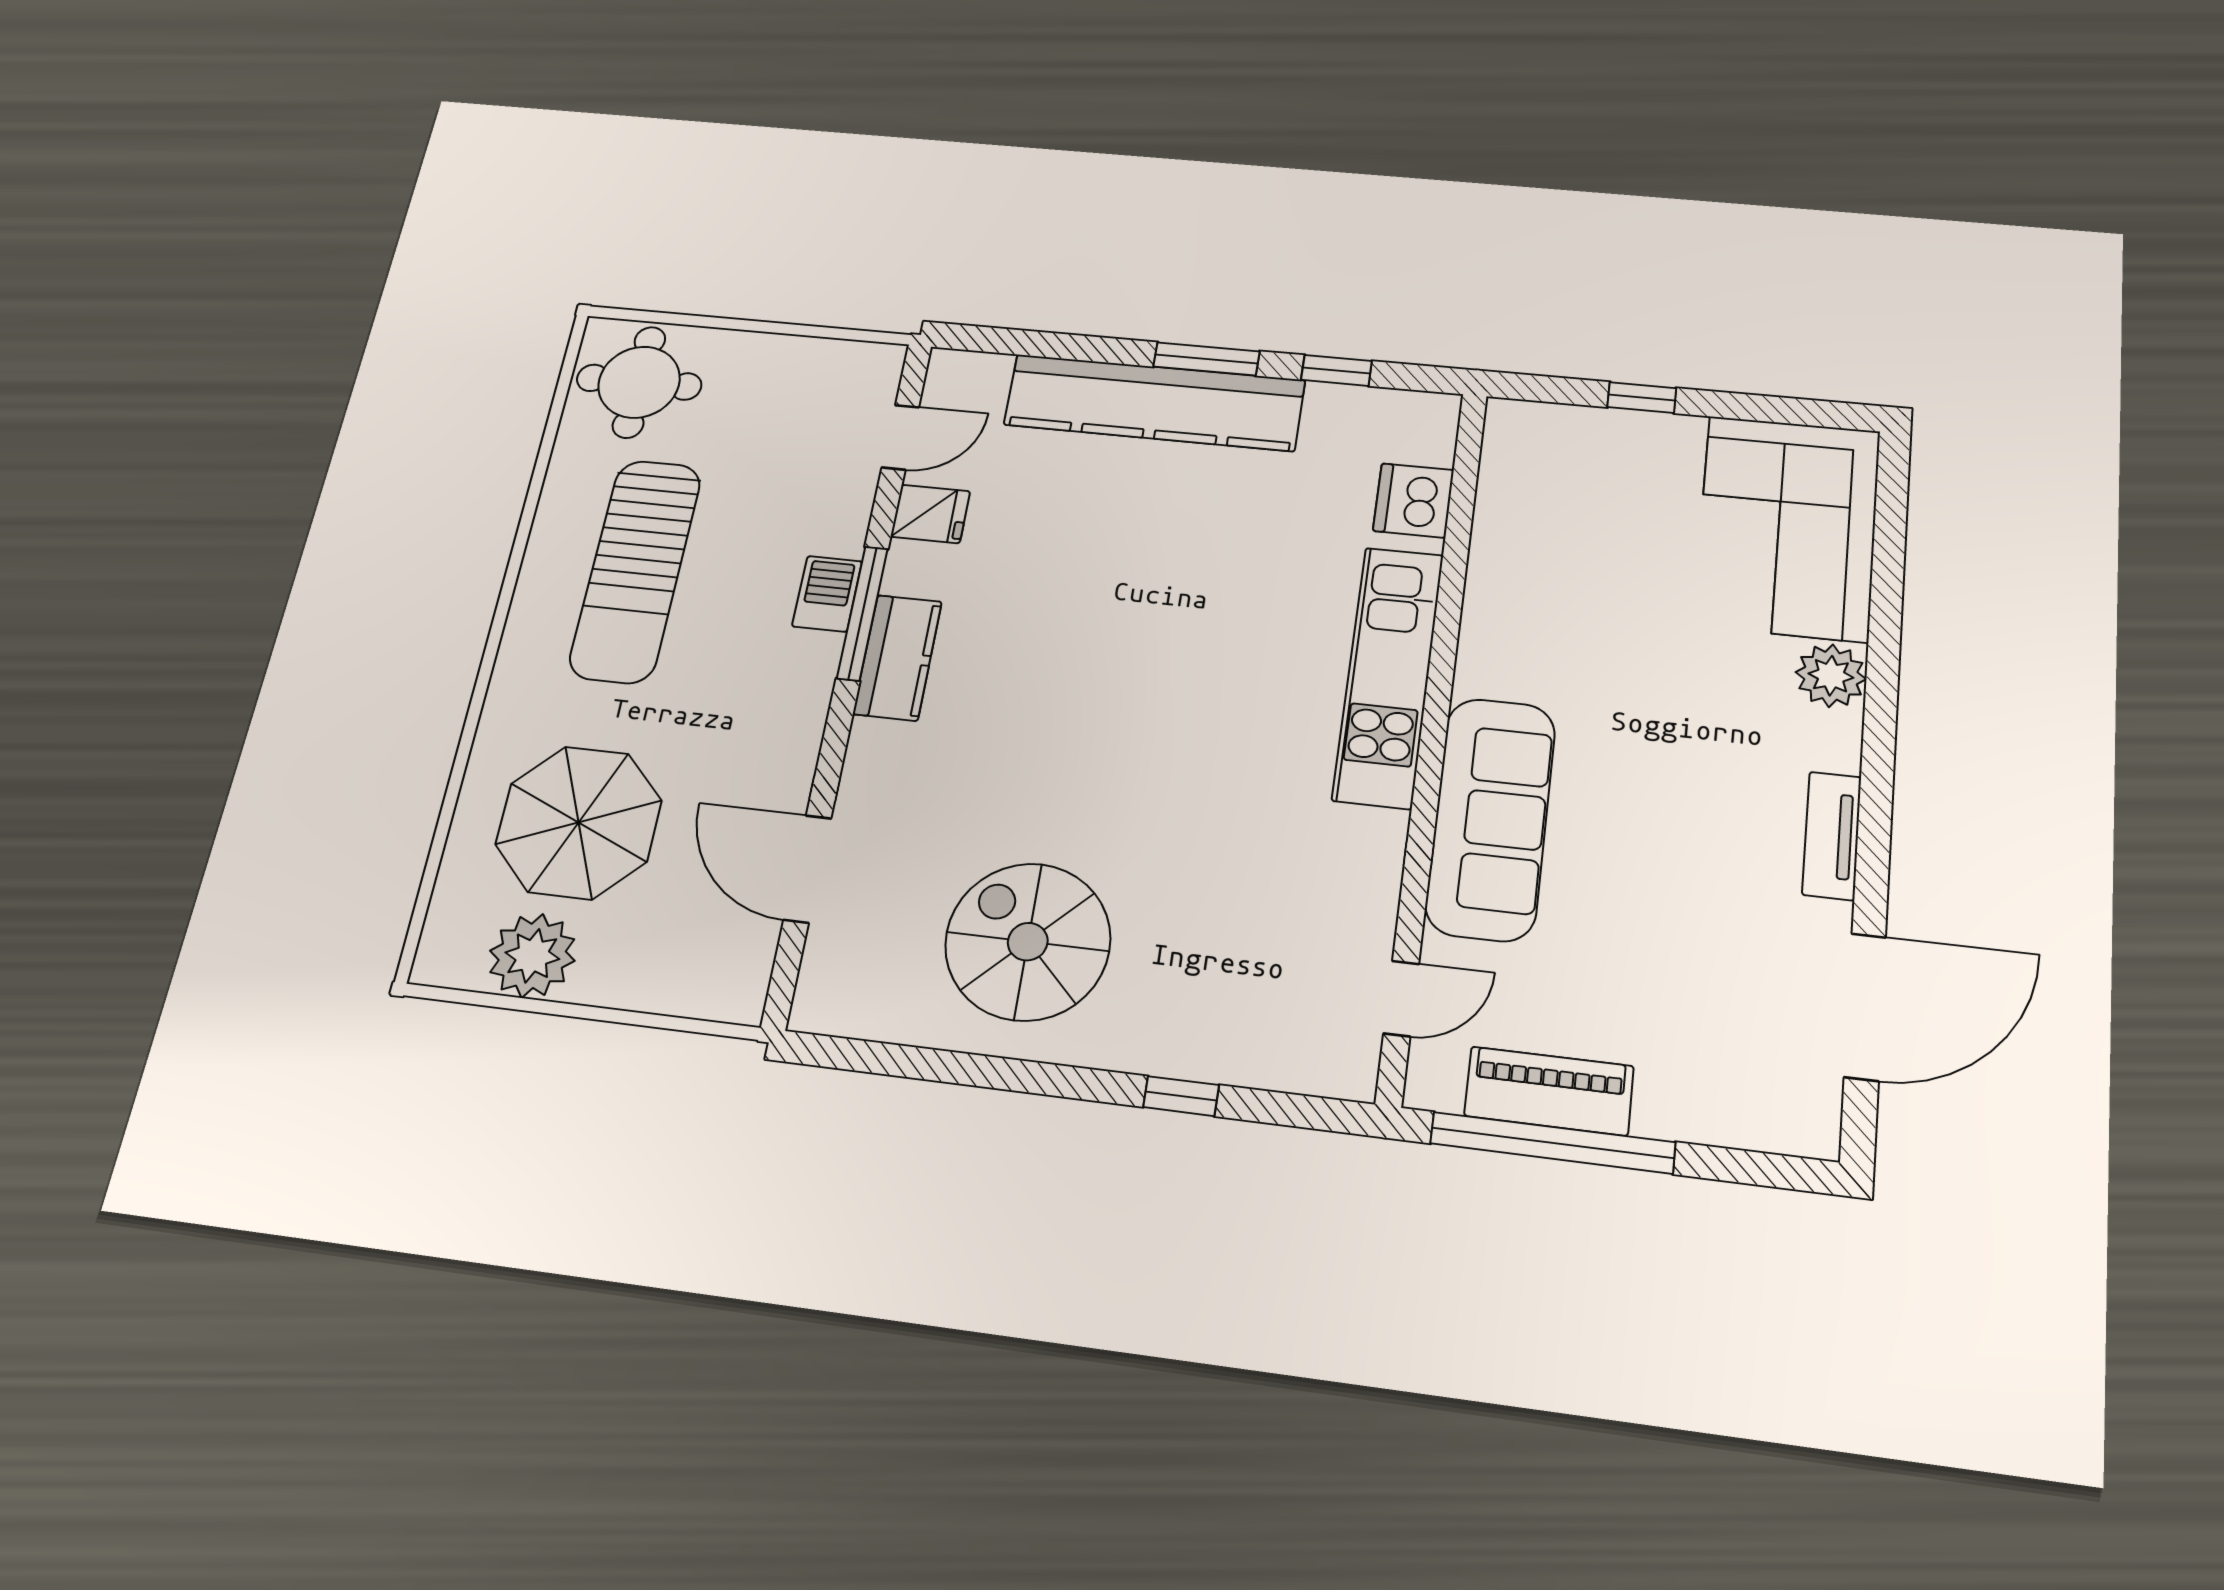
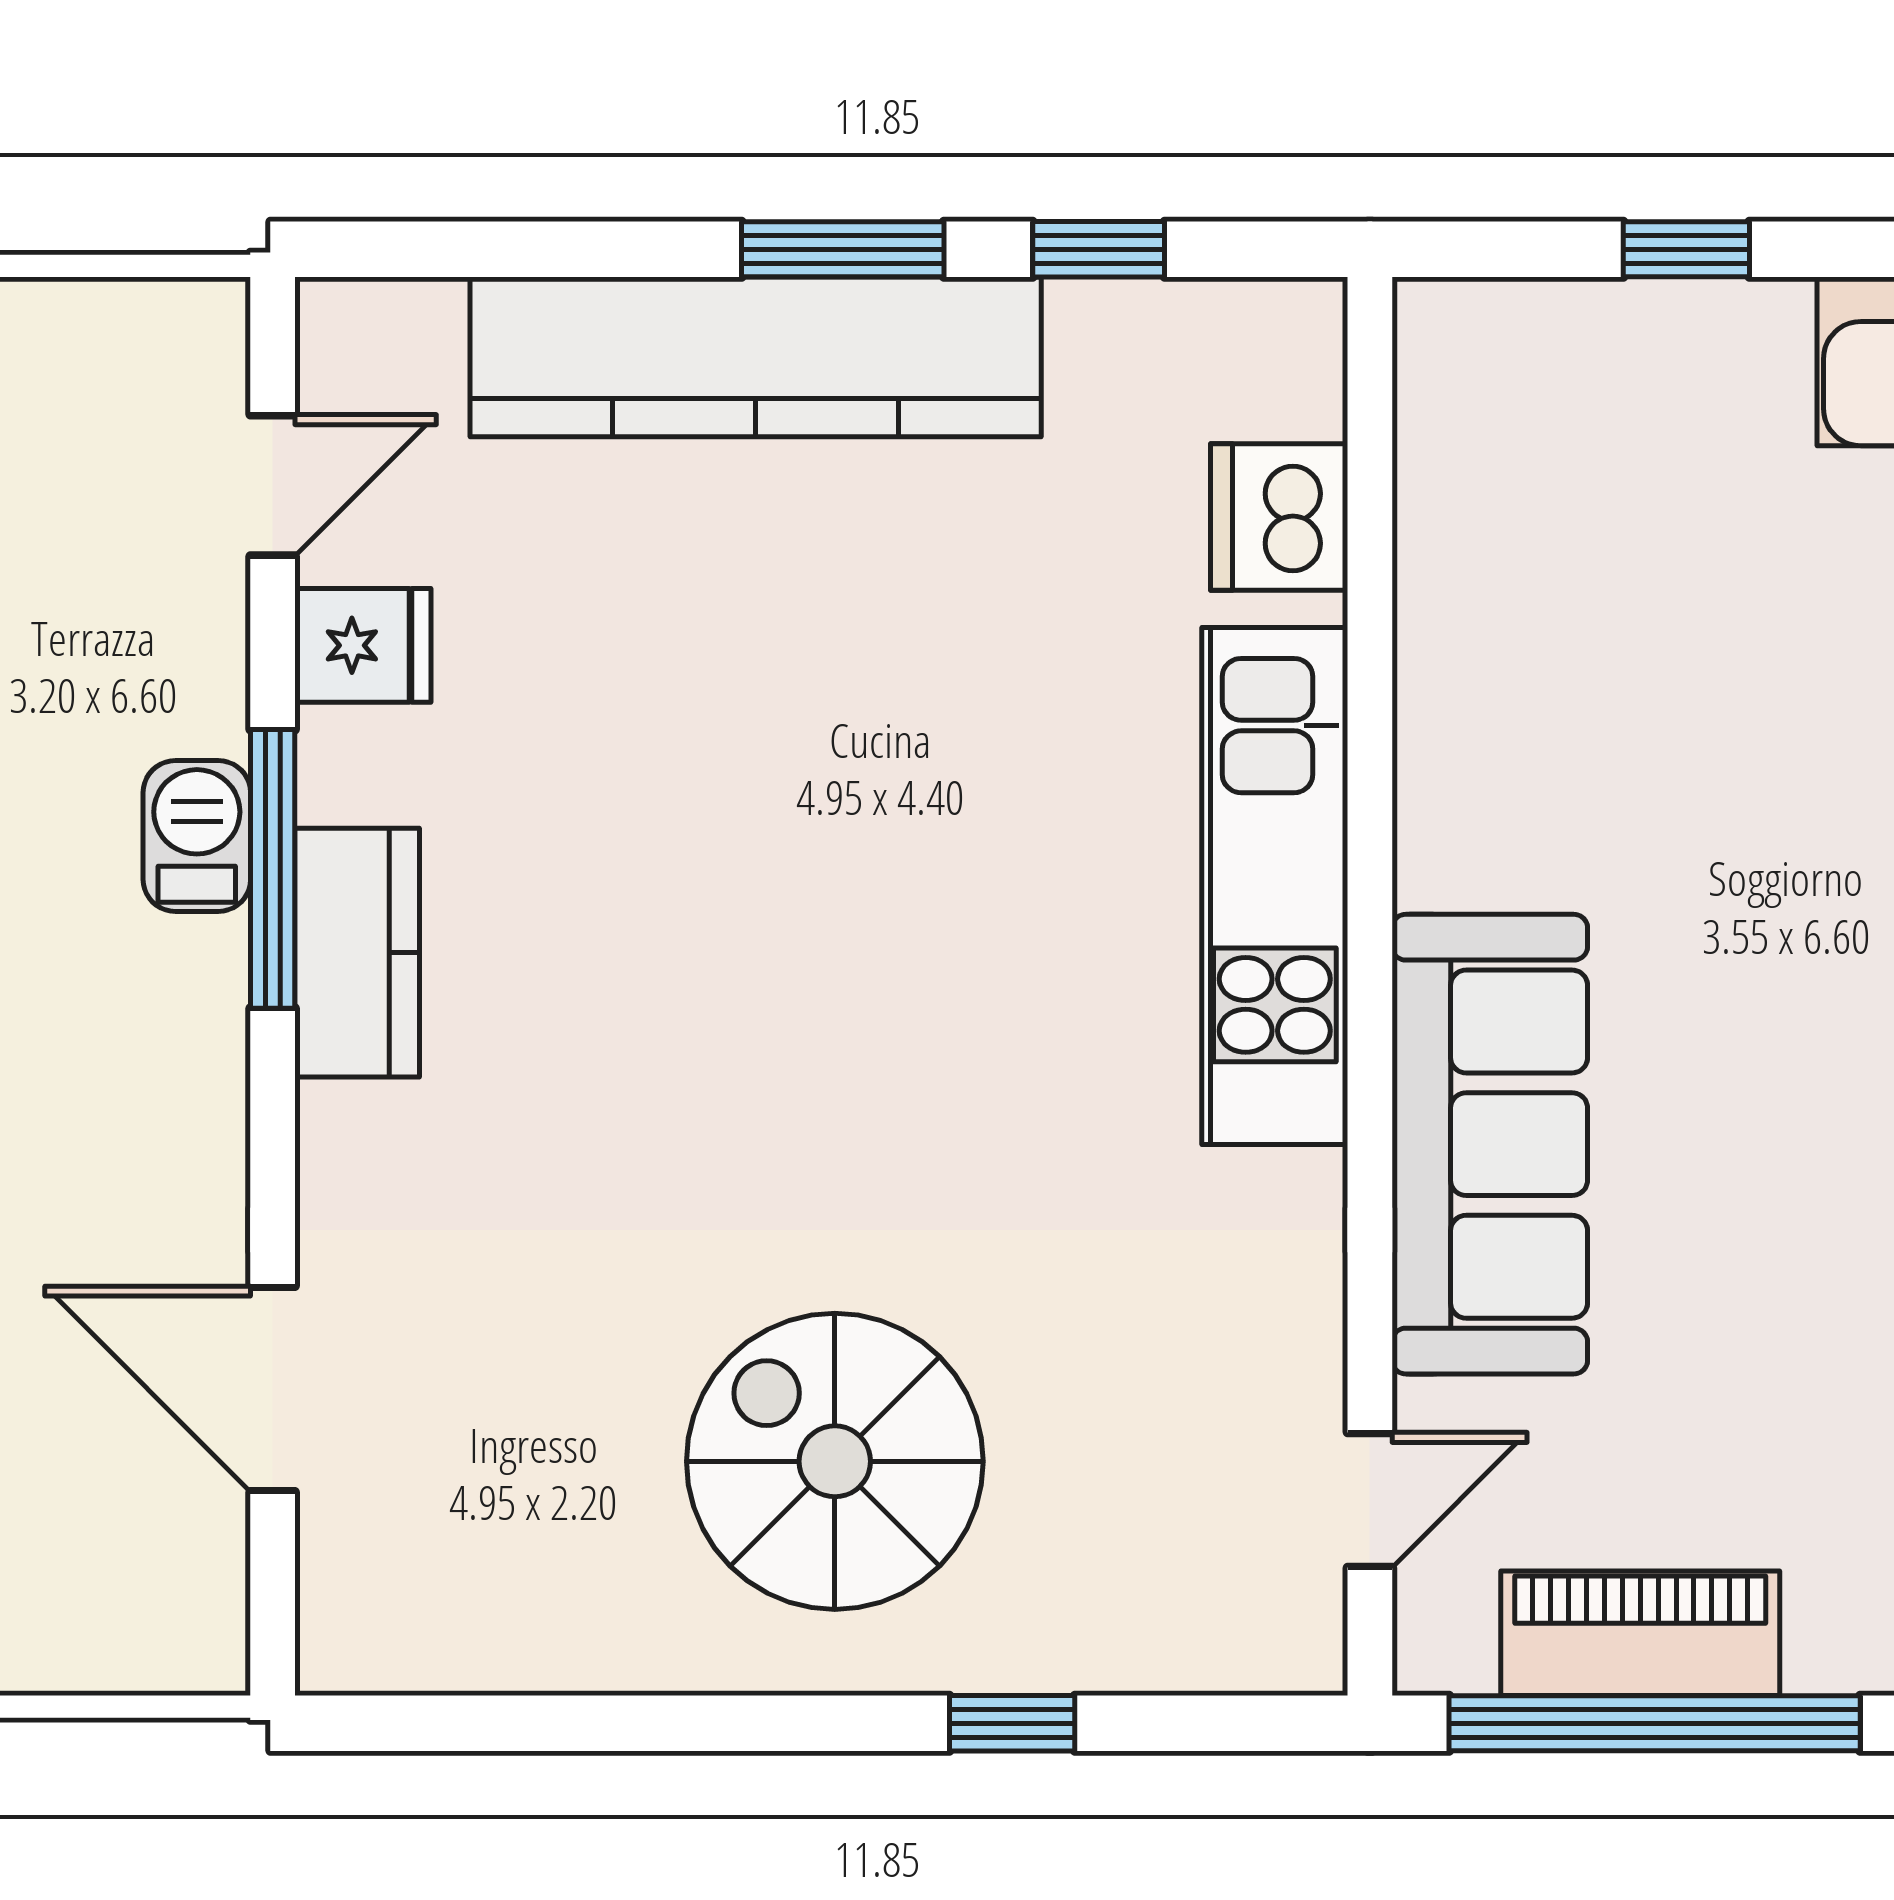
spiral stairs: (1028, 942) -> (835, 1461), moved

